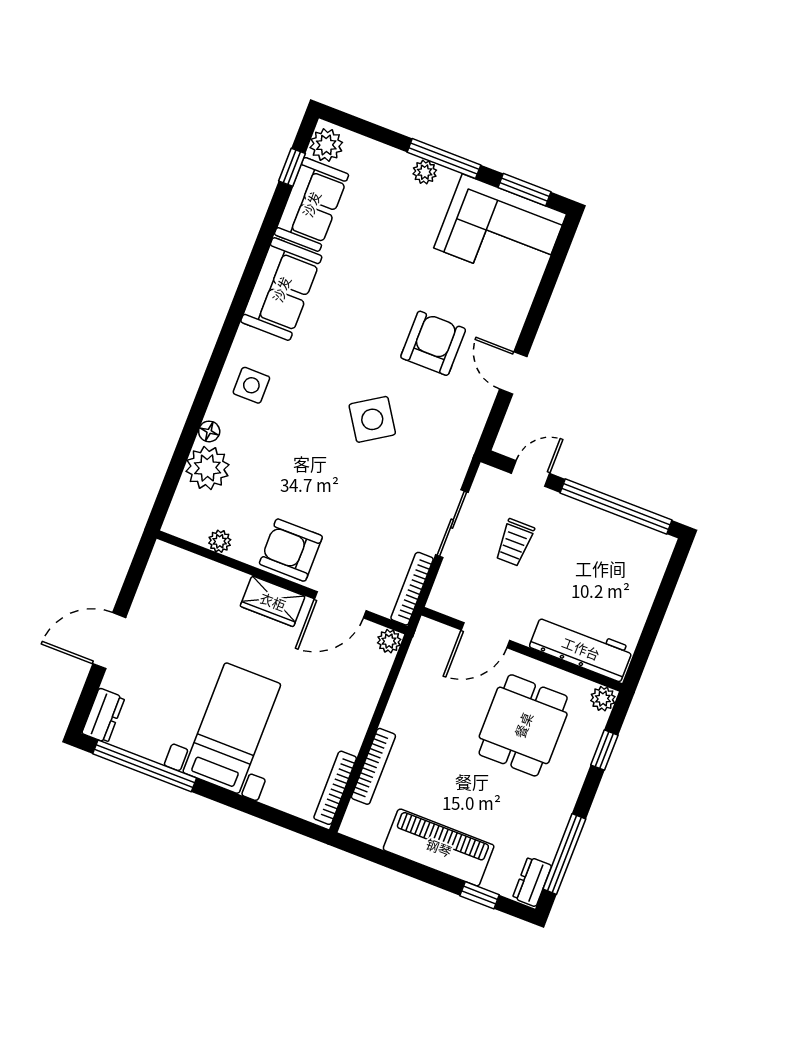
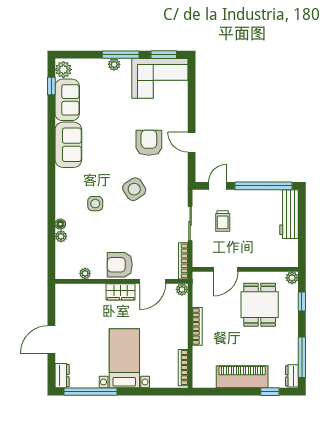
side table: (251, 385) -> (95, 204), moved
plant: (207, 468) -> (61, 236), width x0.53, depth x0.53
workbench: (581, 648) -> (289, 214), moved, turned -90
bookcase: (373, 766) -> (197, 326), moved

